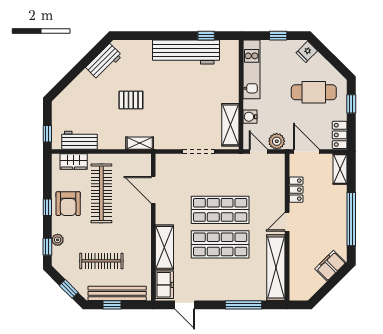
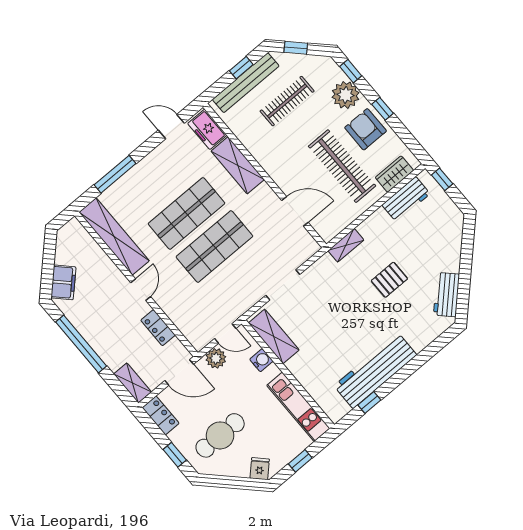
plant: (58, 240) -> (346, 95), width x1.88, depth x1.88

